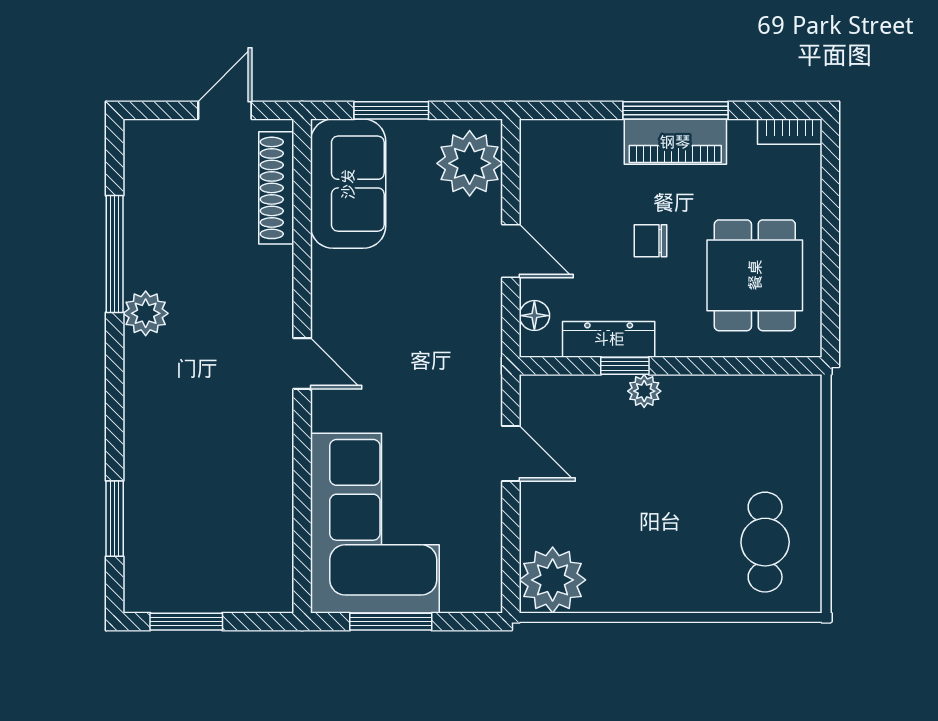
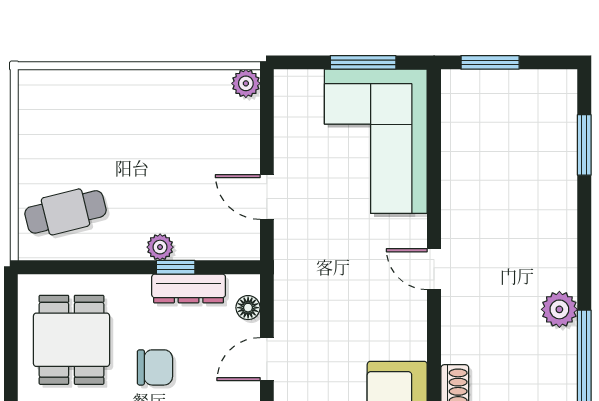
chair: (651, 241) -> (155, 367), width x1.37, depth x1.37
door: (511, 251) -> (267, 359), hinge flipped
cafe table: (765, 542) -> (65, 212), moved, turned 76
plant: (553, 580) -> (246, 83), width x0.53, depth x0.53
window: (186, 622) -> (490, 62), moved

